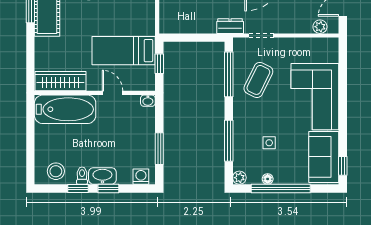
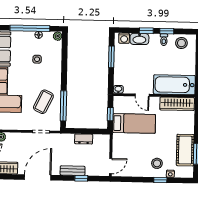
dresser: (230, 26) -> (84, 139), moved
window: (229, 141) -> (64, 61), removed
washbasin: (102, 176) -> (139, 39), moved

